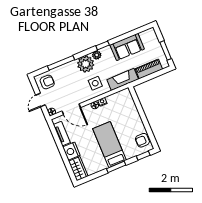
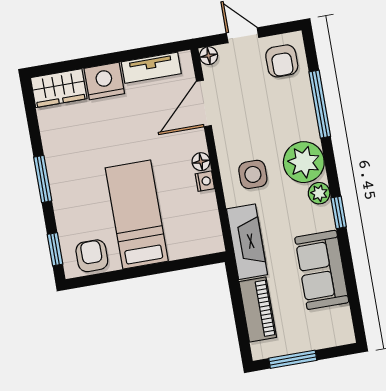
bed: (110, 144) -> (137, 215), moved, turned -90

